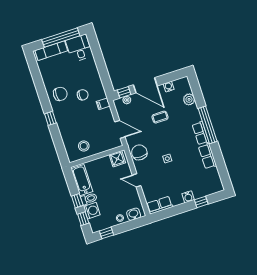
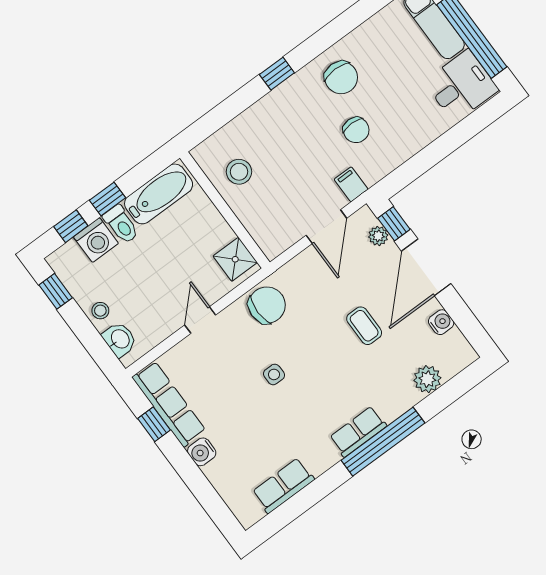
door: (120, 129) -> (326, 227), moved
row of seats: (208, 156) -> (283, 486), moved
window: (201, 202) -> (154, 424), moved
row of seats: (160, 205) -> (169, 404), width x1.48

